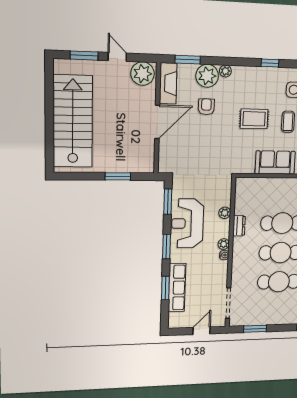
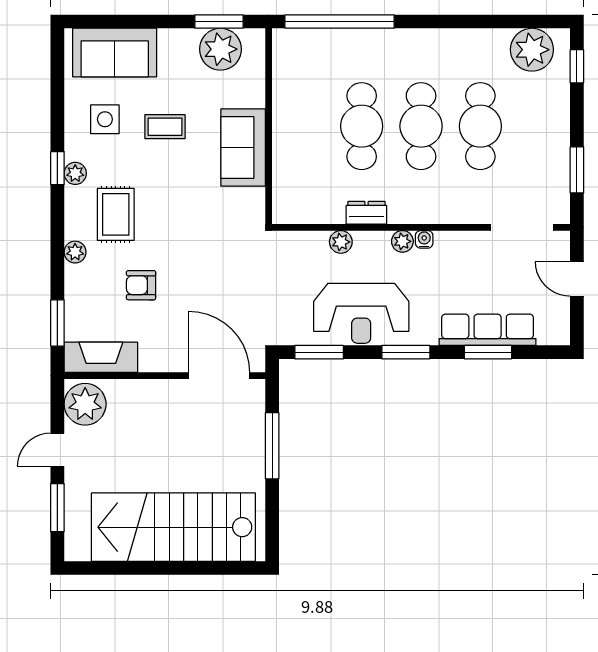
plant: (207, 76) -> (75, 173), moved, width x0.53, depth x0.53
rug: (254, 119) -> (116, 214), moved
door: (157, 122) -> (219, 376), moved
window: (118, 176) -> (272, 446), width x1.44

